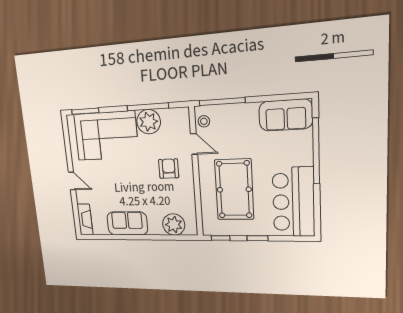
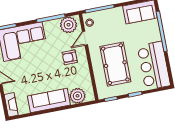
plant: (149, 122) -> (69, 25), moved
door: (194, 144) -> (85, 38), swing flipped
armchair: (169, 169) -> (70, 57), turned -90
sofa: (127, 223) -> (49, 101), width x1.36

